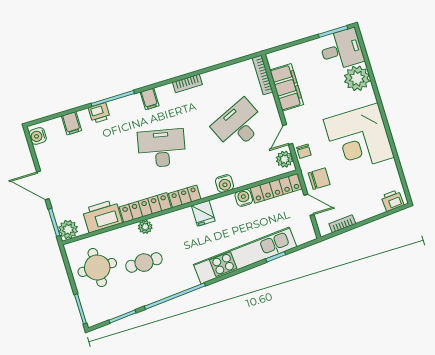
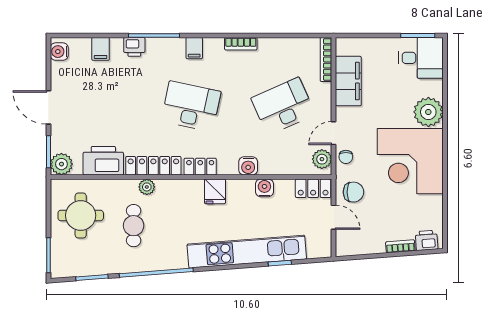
plant: (357, 78) -> (428, 112), moved
locker: (276, 188) -> (313, 188), width x0.66
bookcase: (342, 224) -> (400, 246), moved
cafe table: (144, 263) -> (134, 226), turned 90

